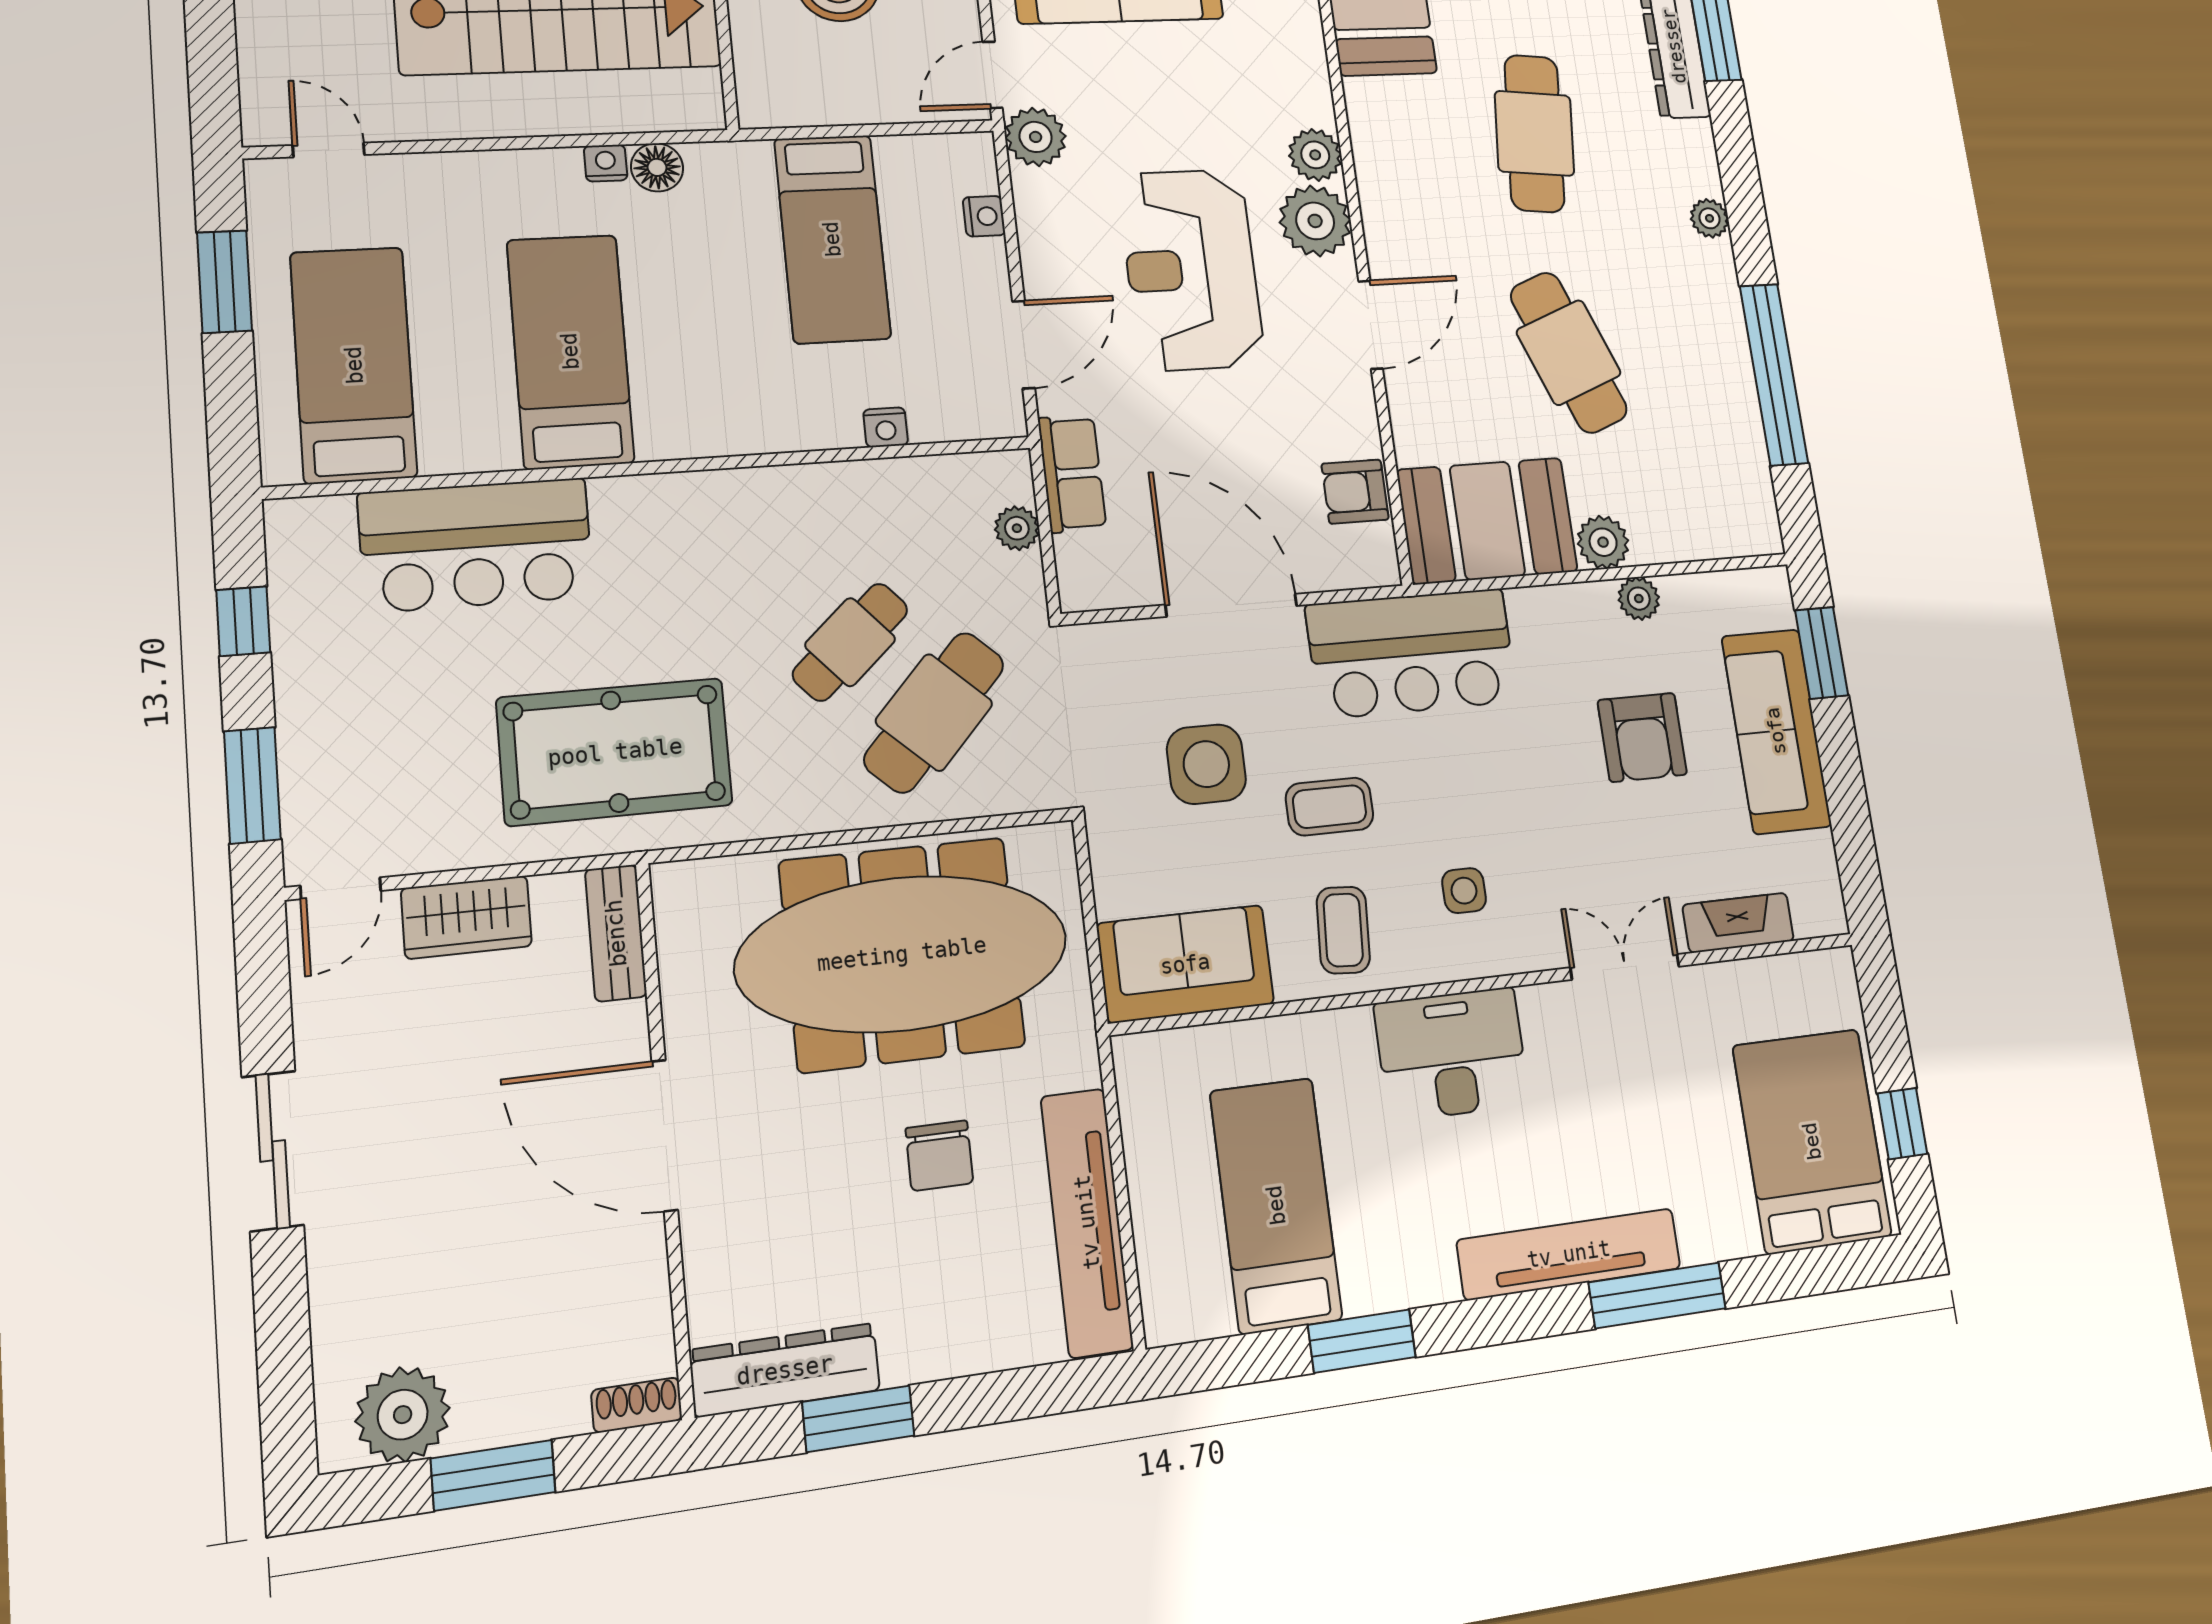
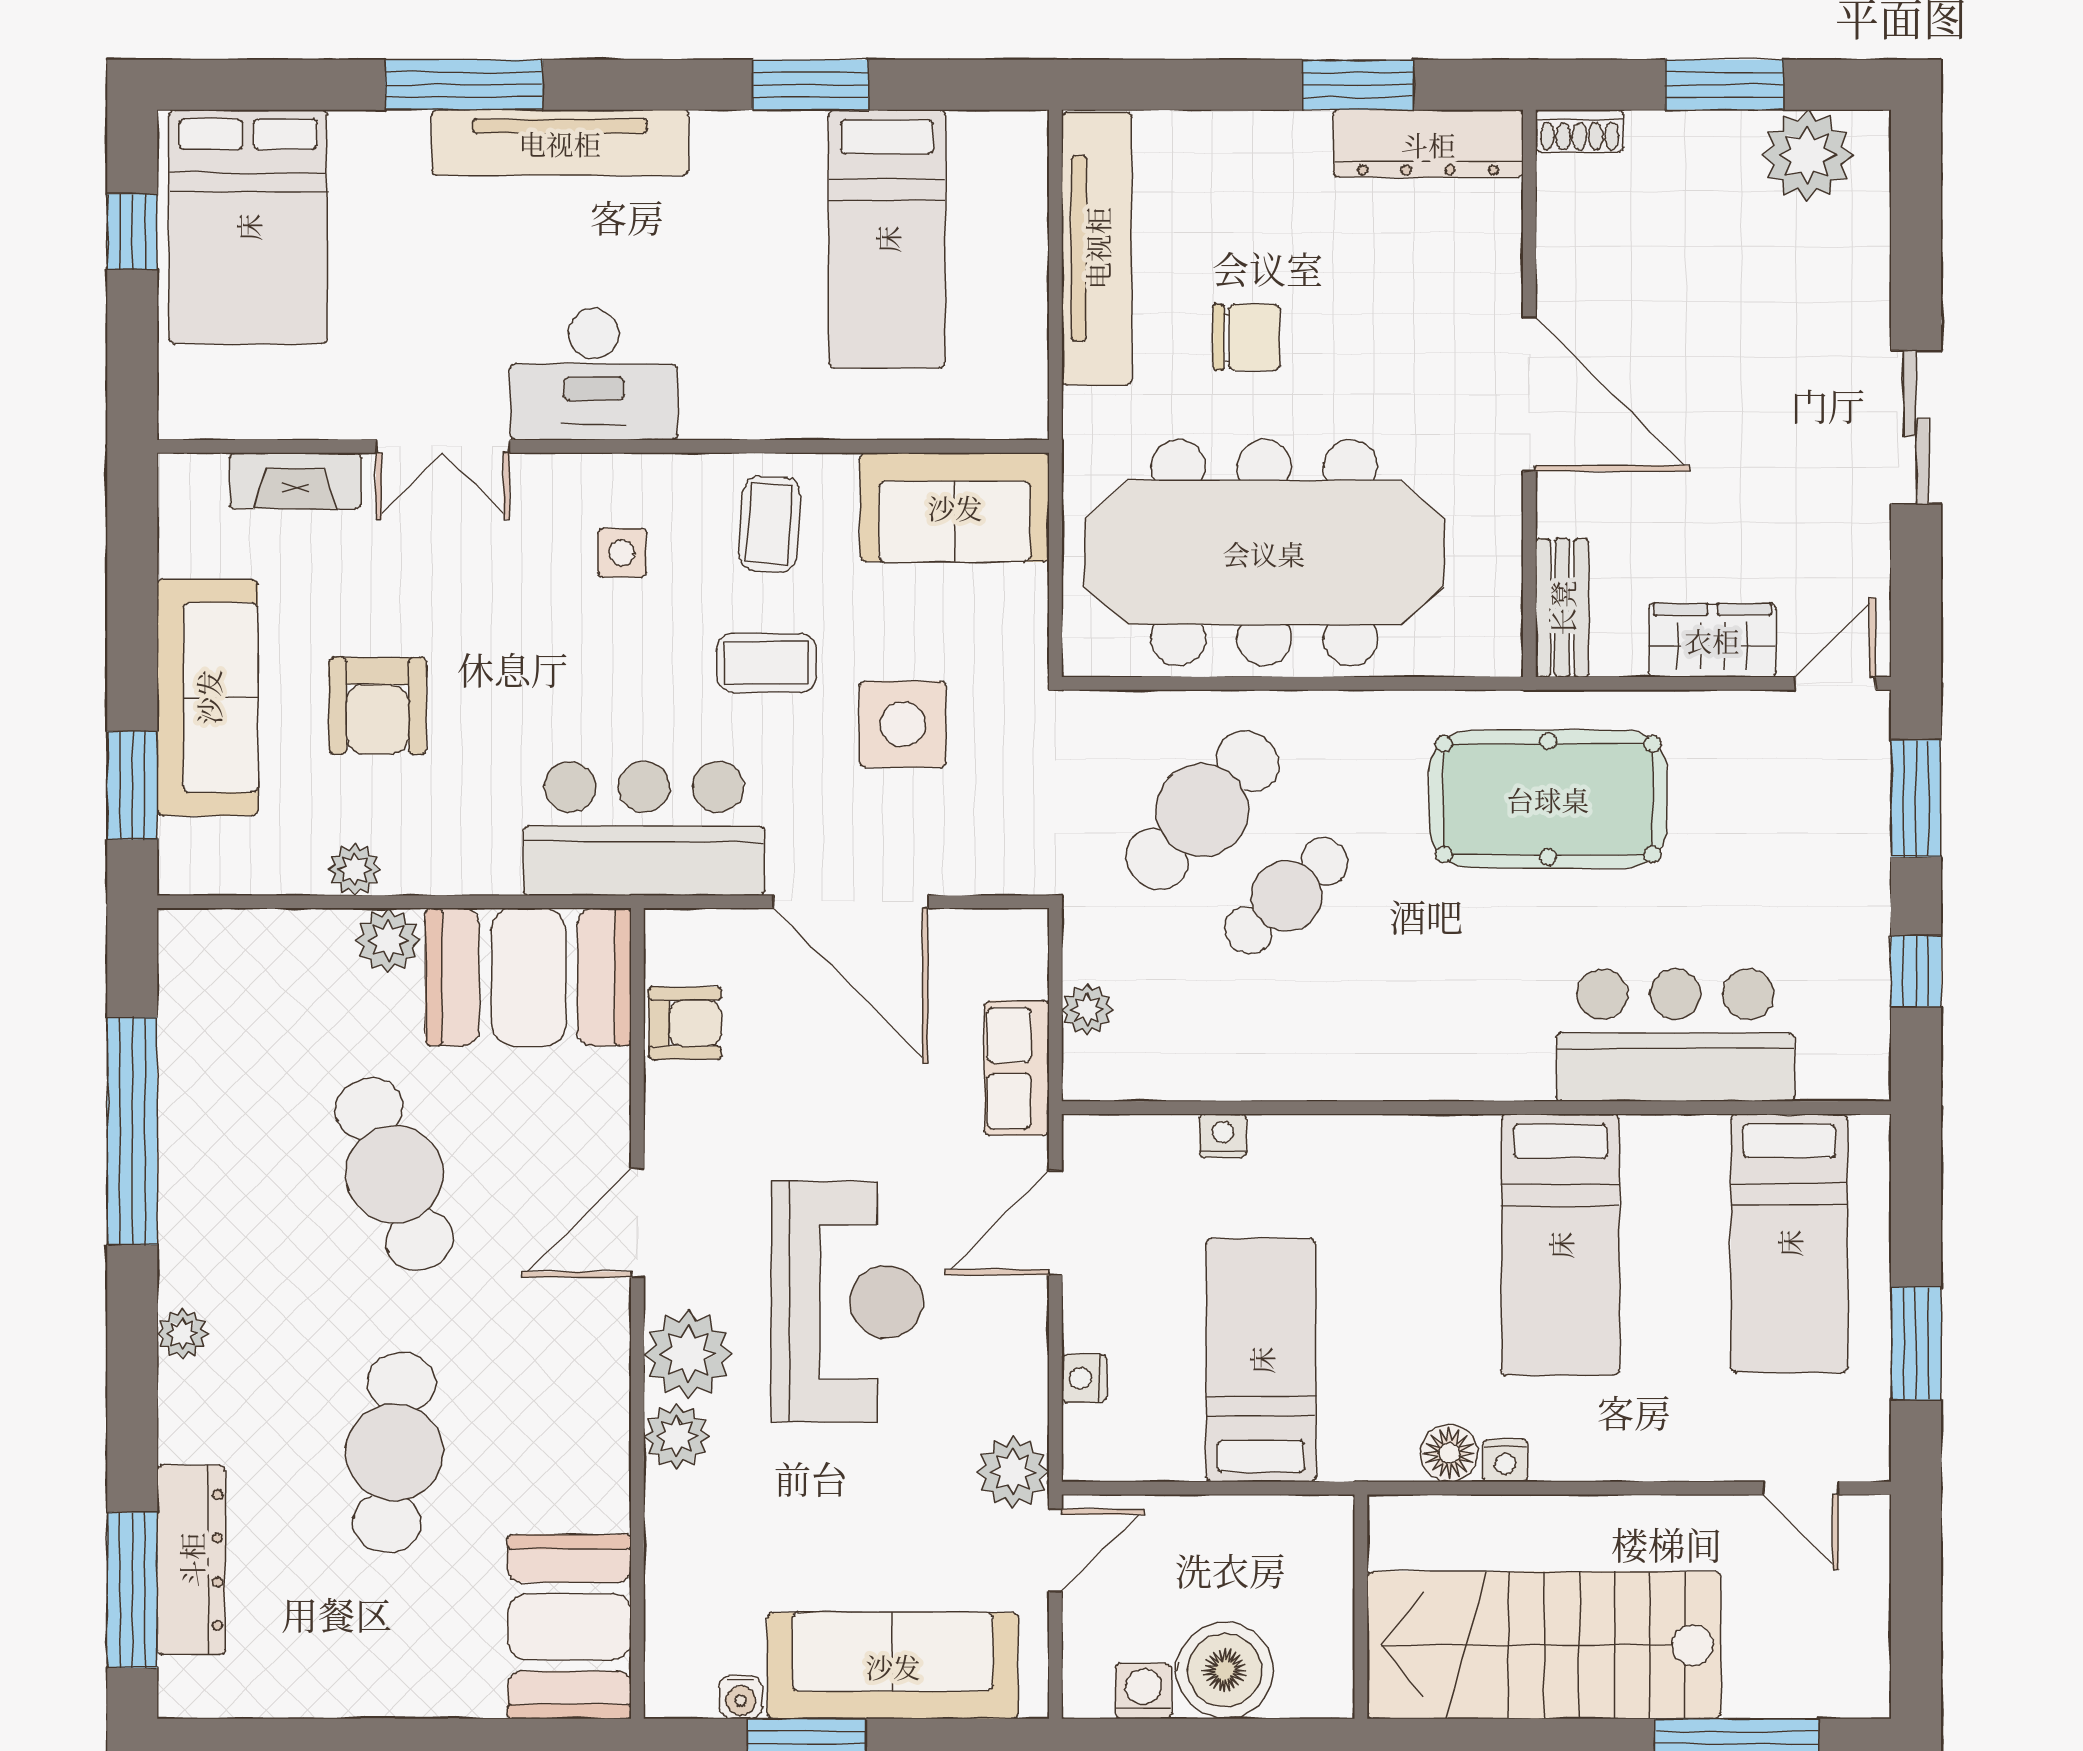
armchair: (1642, 737) -> (378, 706), turned 180
desk: (1452, 1054) -> (594, 374), moved
chair: (939, 1156) -> (1246, 337), turned 90

